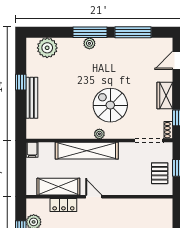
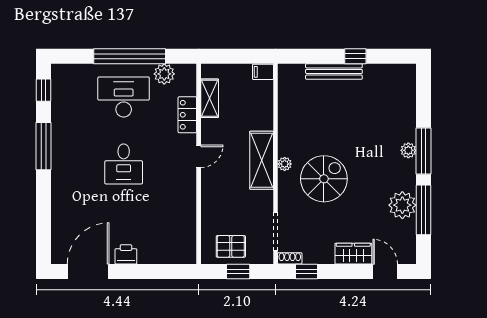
plant: (47, 48) -> (402, 205), moved
wardrobe: (165, 95) -> (353, 254), moved
shelving: (87, 151) -> (262, 160), width x0.68
shelving: (58, 187) -> (210, 98), width x0.67, depth x0.75

